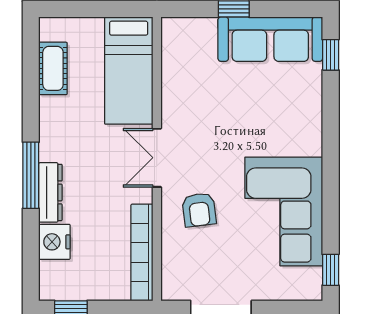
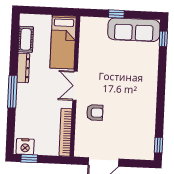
dresser: (50, 192) -> (23, 68), moved
armchair: (199, 210) -> (95, 112), turned -83
corner sofa: (284, 211) -> (137, 115), removed
nightstand: (54, 242) -> (25, 147), moved, turned -90

